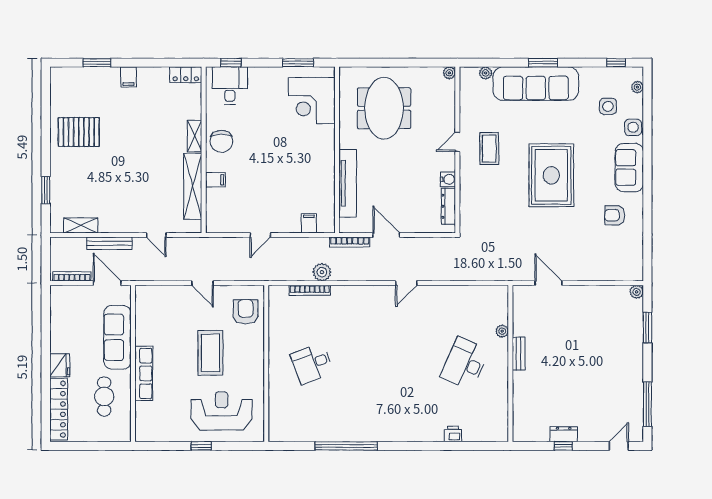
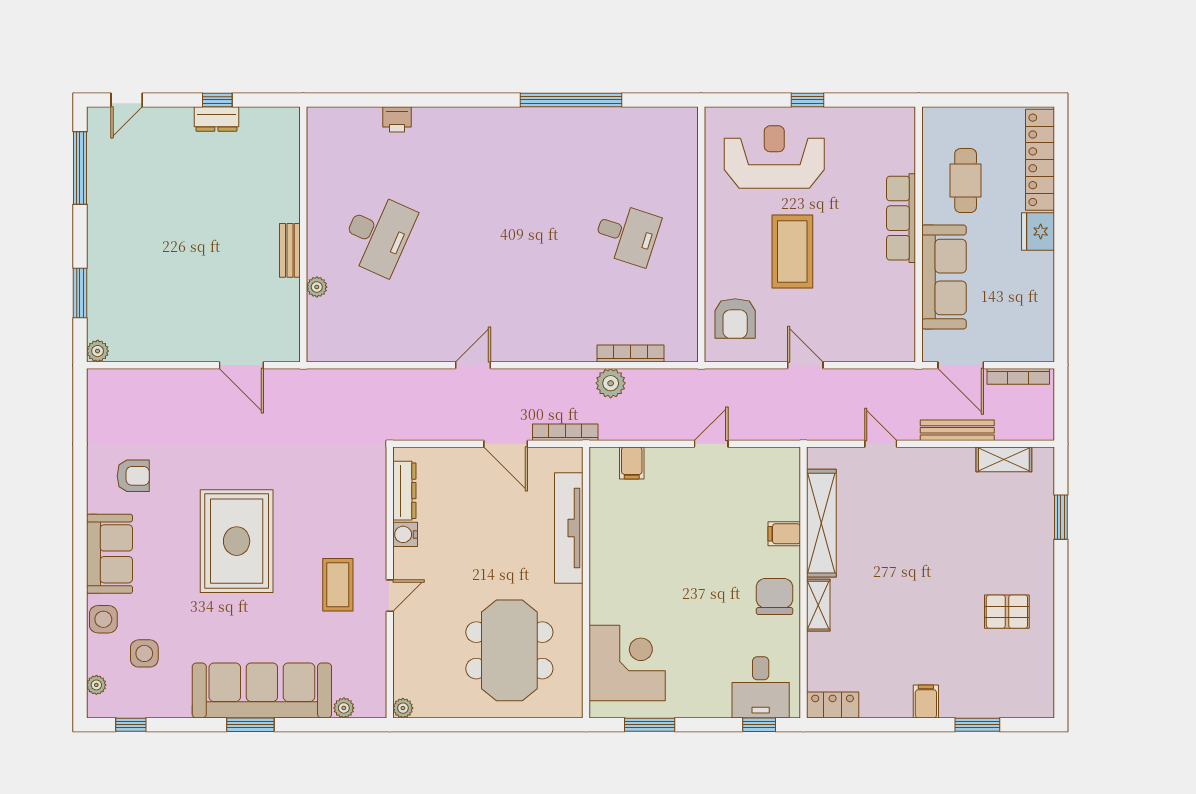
pallet: (79, 132) -> (1007, 612), width x0.67, depth x0.71
desk: (312, 363) -> (627, 234), turned 39
reception desk: (222, 411) -> (774, 157), turned 180

